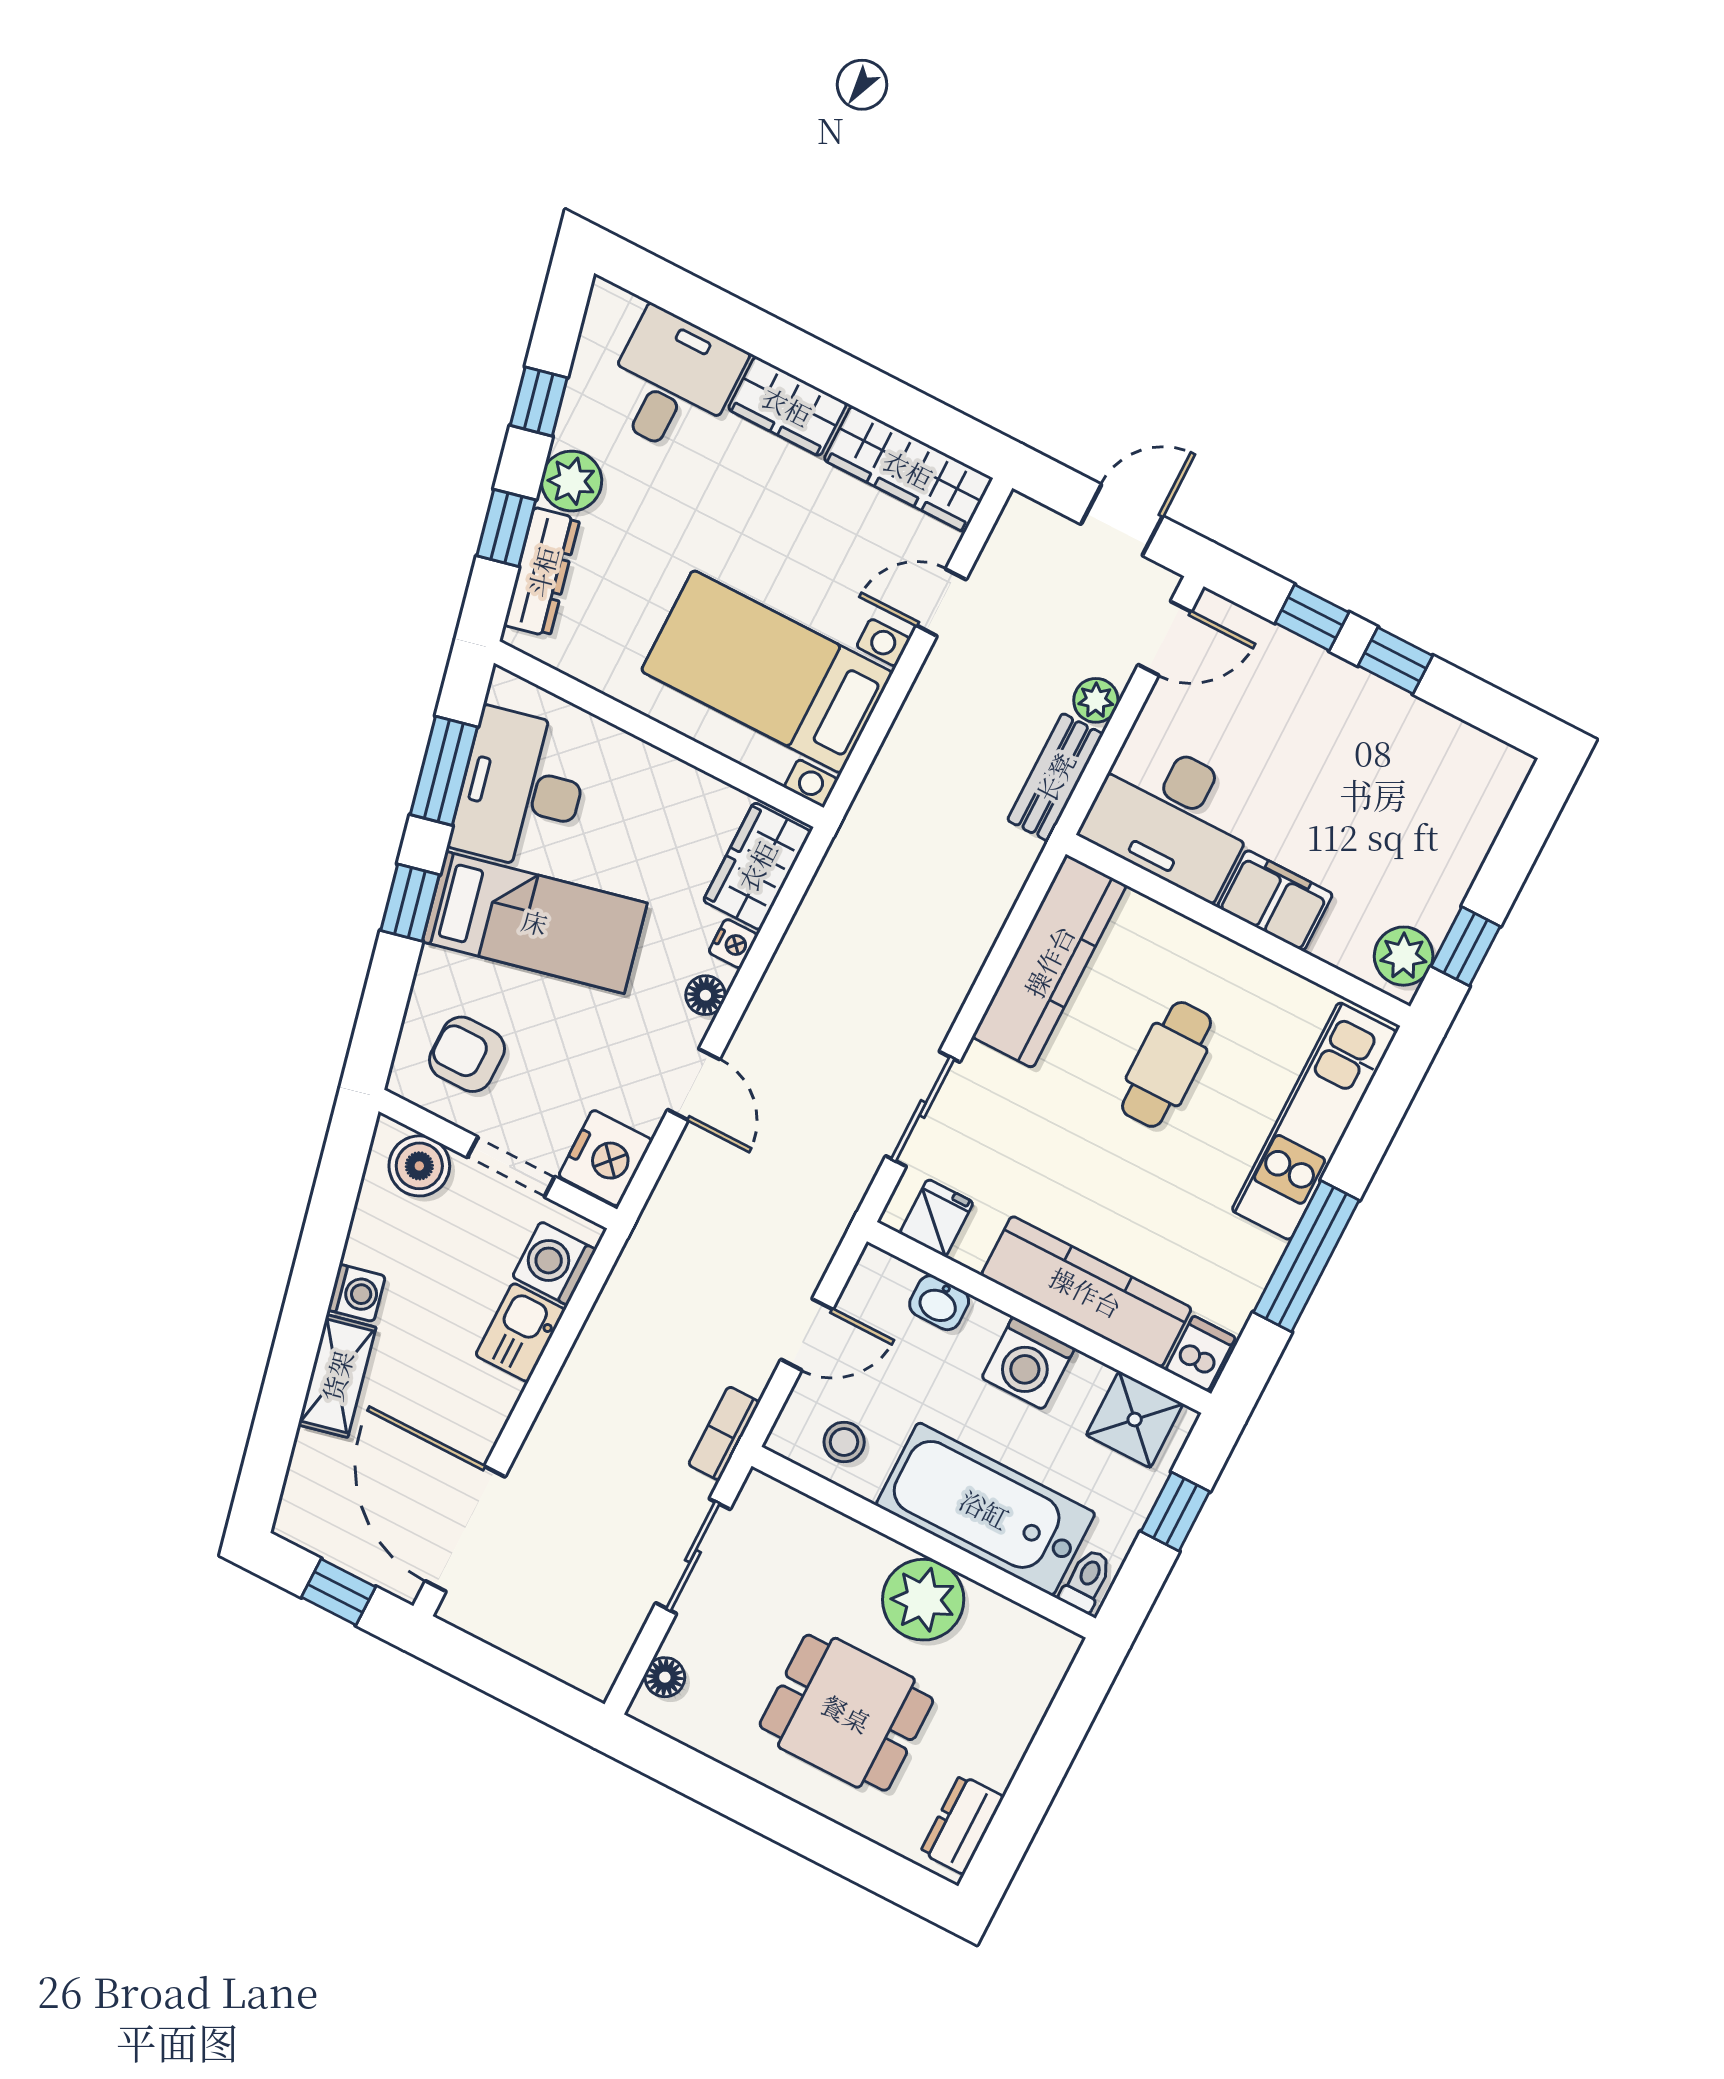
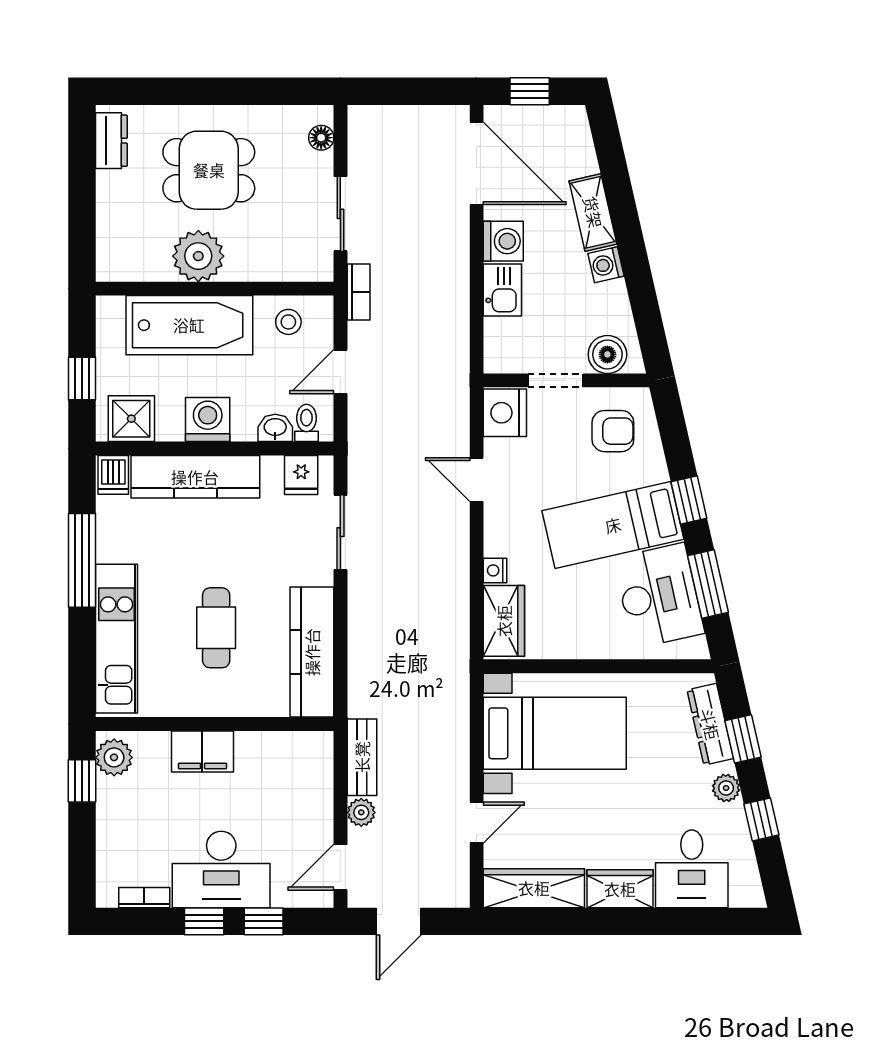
plant: (572, 481) -> (726, 788), width x0.73, depth x0.73
bookcase: (1462, 737) -> (144, 898), added
desk: (1172, 816) -> (221, 869), moved, turned 180
floor lamp: (705, 995) -> (496, 533), removed
washing machine: (554, 1263) -> (503, 241), moved
toilet: (1086, 1580) -> (306, 423), moved, turned 180

